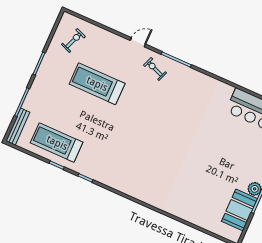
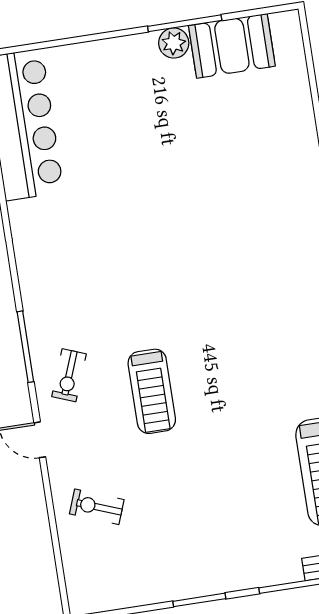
exercise bike: (73, 40) -> (97, 507), moved
treadmill: (97, 84) -> (152, 391), moved, width x0.73, depth x0.73

